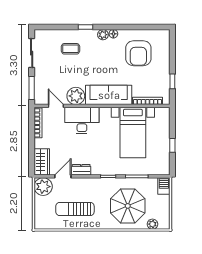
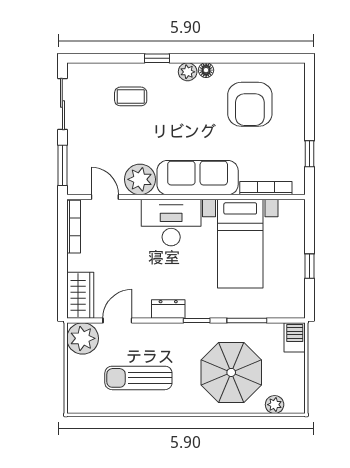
desk: (82, 121) -> (171, 223), moved
dresser: (81, 170) -> (168, 309), moved

